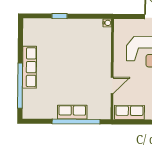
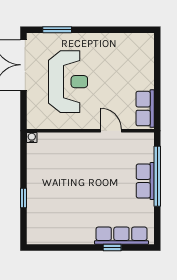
row of seats: (30, 67) -> (121, 236), moved
window: (20, 86) -> (112, 247), width x0.32

